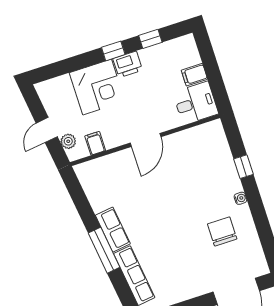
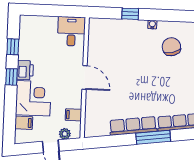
filing cabinet: (194, 75) -> (24, 123), moved, turned -90
row of seats: (113, 230) -> (133, 126), width x1.48
chair: (222, 231) -> (171, 47), turned 75

